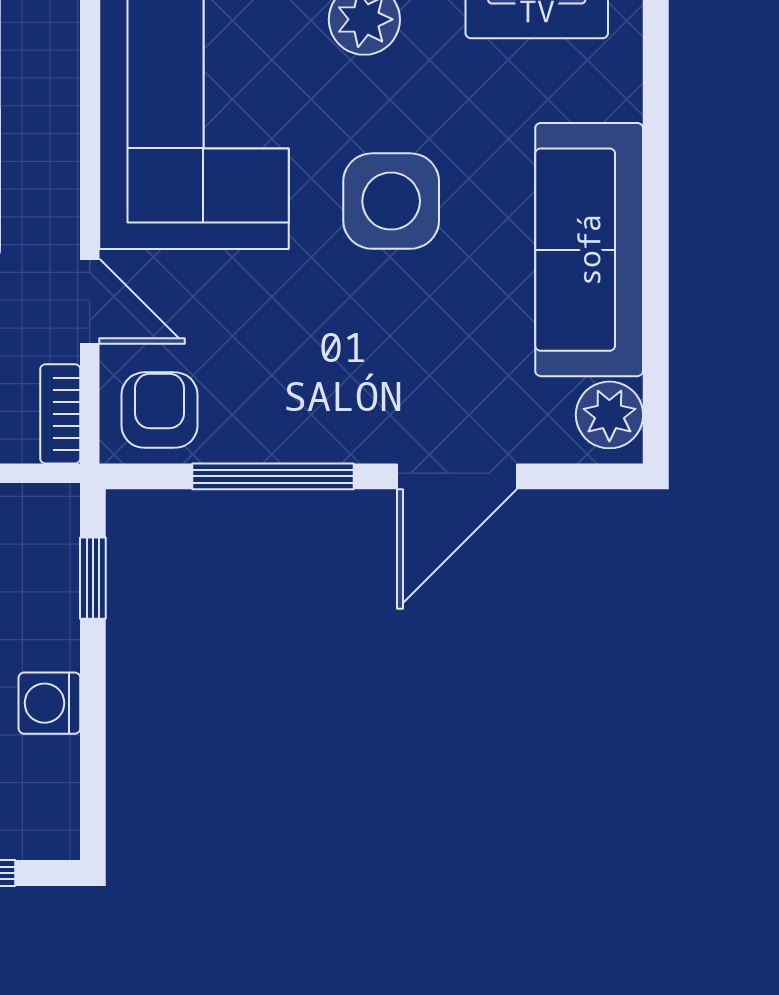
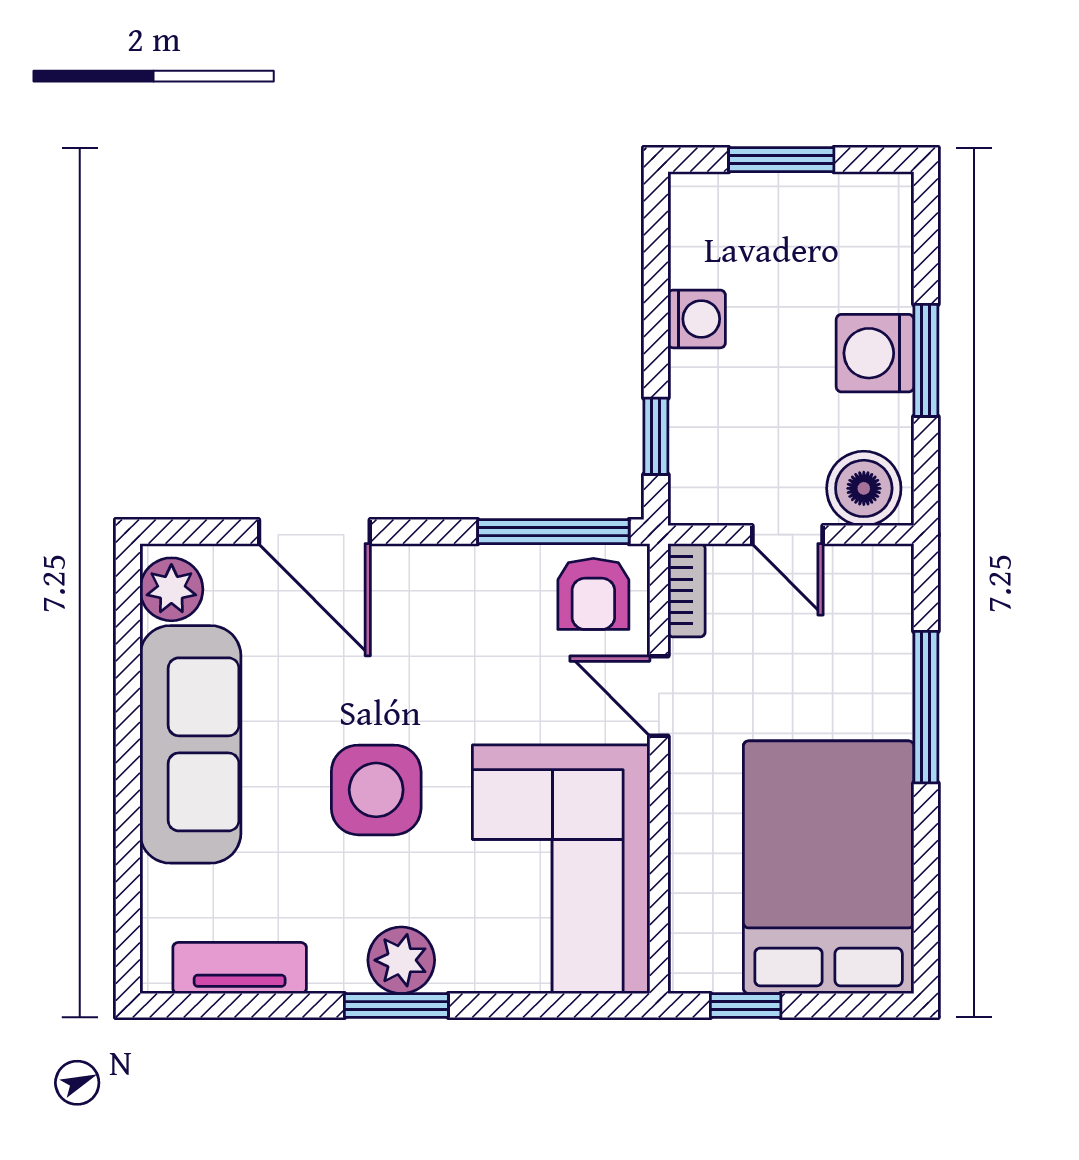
window: (273, 476) -> (553, 532), moved
door: (457, 476) -> (314, 532), swing flipped

